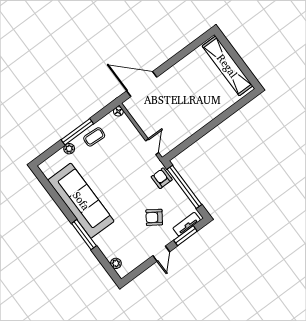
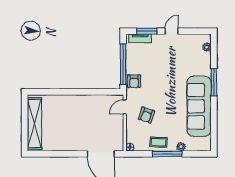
armchair: (154, 217) -> (146, 115), moved, turned 75

